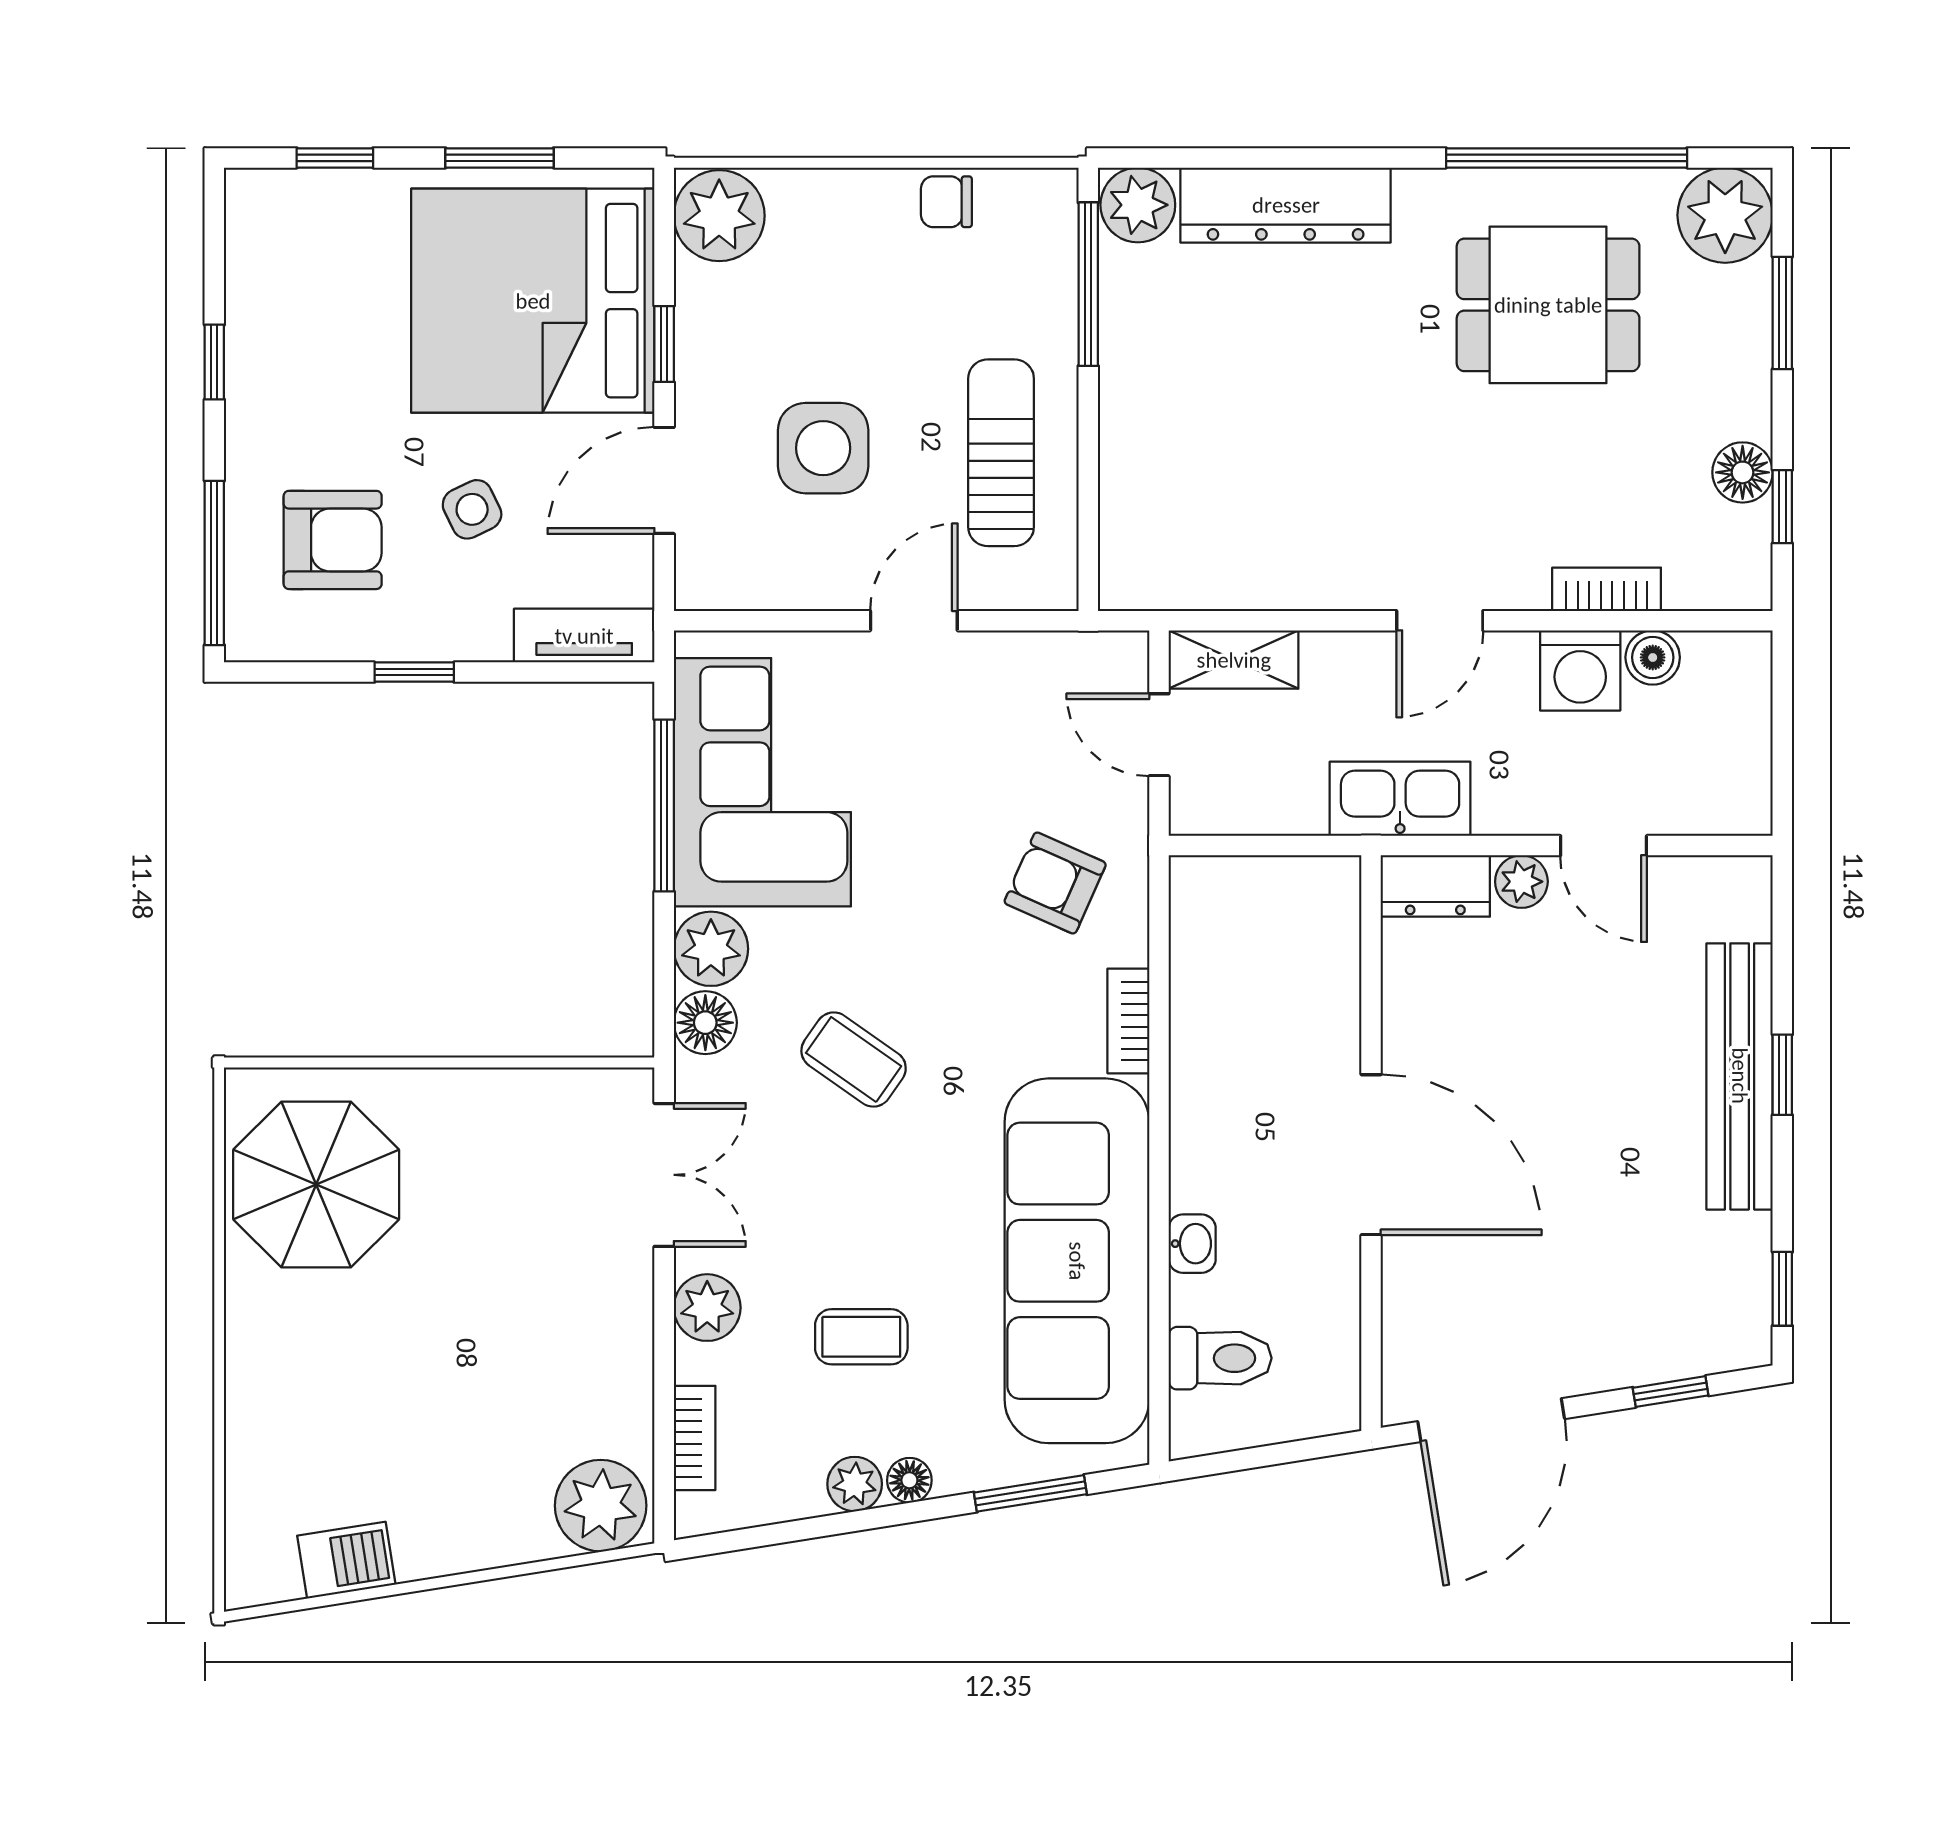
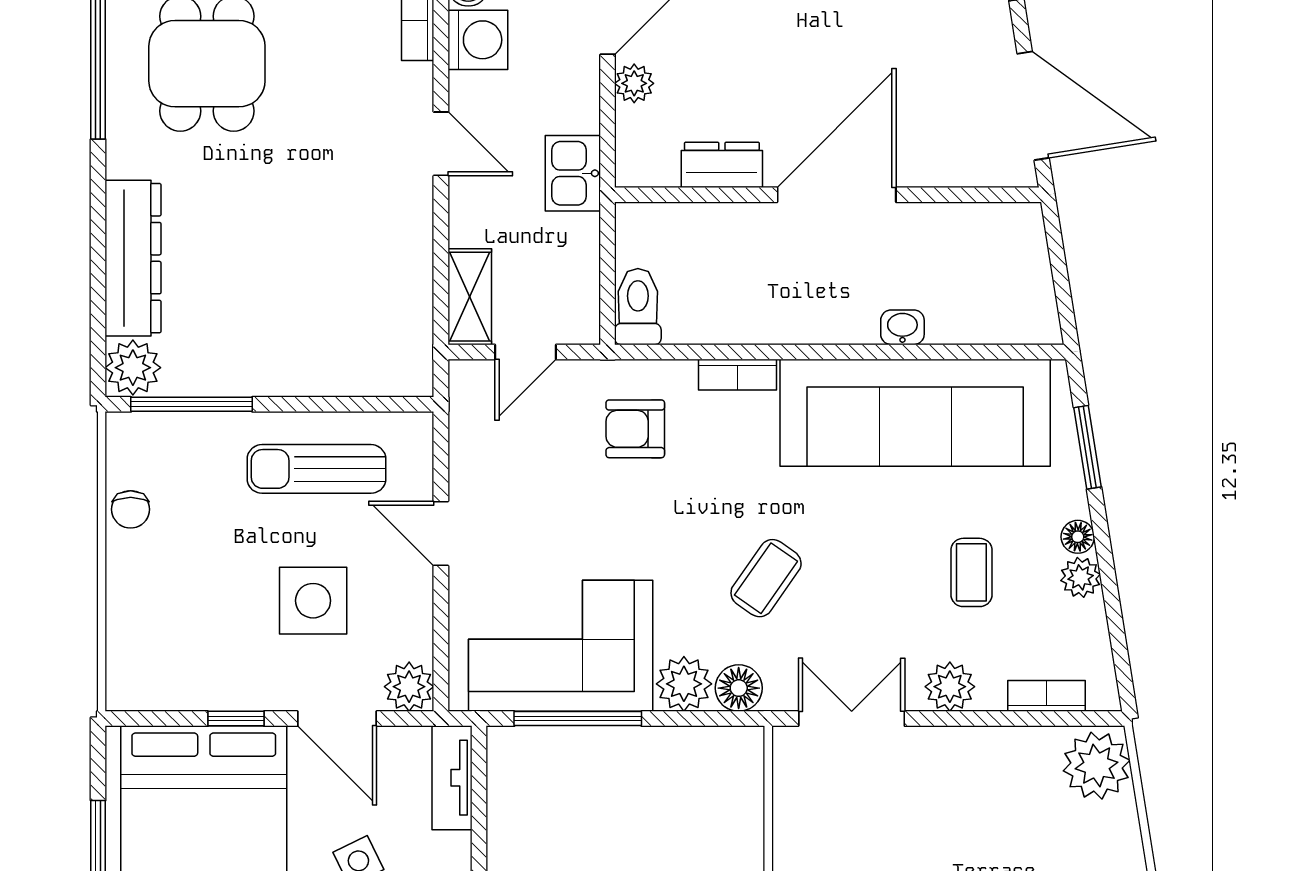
plant: (719, 216) -> (409, 687), moved, width x0.73, depth x0.73
kitchen sink: (1400, 799) -> (573, 173), width x0.73
armchair: (1055, 883) -> (635, 429), turned 66
dresser: (1435, 886) -> (722, 165), moved, turned -90
toilet: (1220, 1358) -> (638, 307), moved

